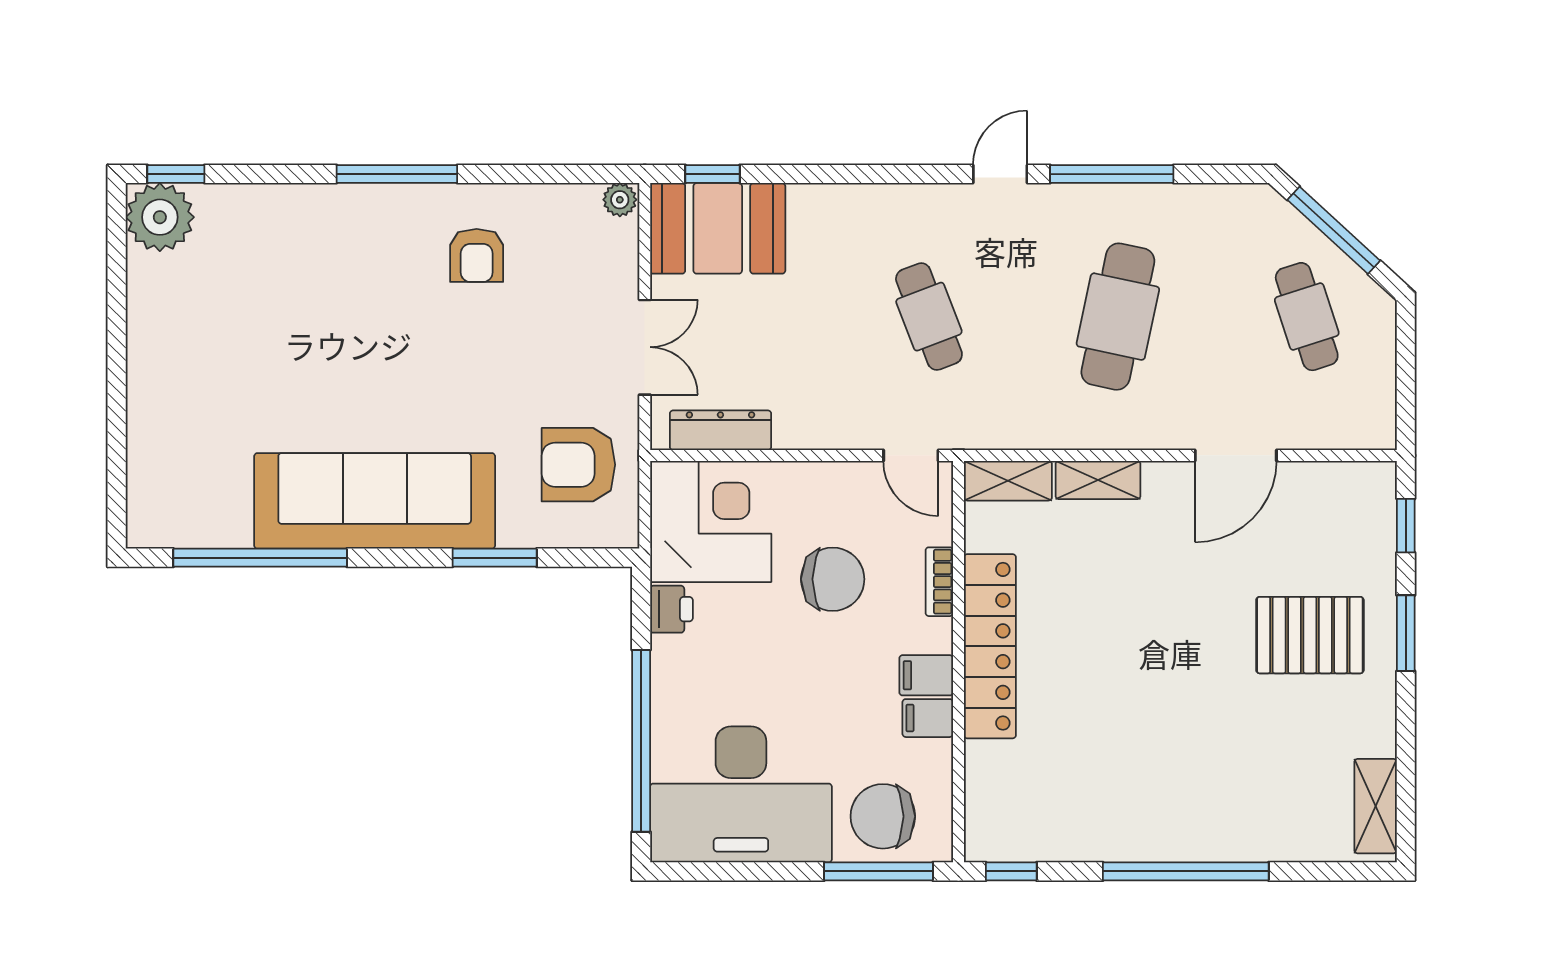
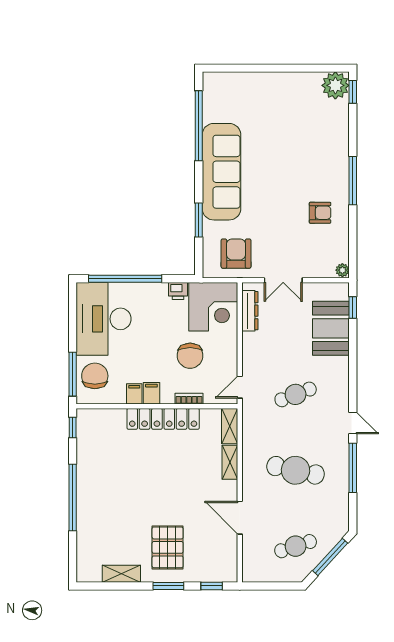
booth: (718, 228) -> (331, 328), moved
armchair: (477, 255) -> (320, 213), turned 180
shelving: (1376, 806) -> (121, 574), moved

